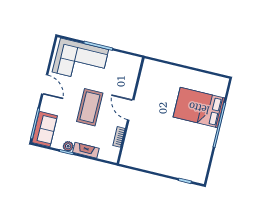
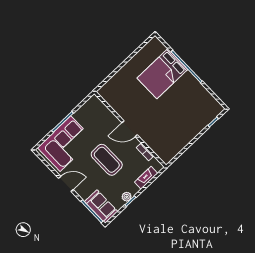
fireplace: (86, 150) -> (146, 178), moved

